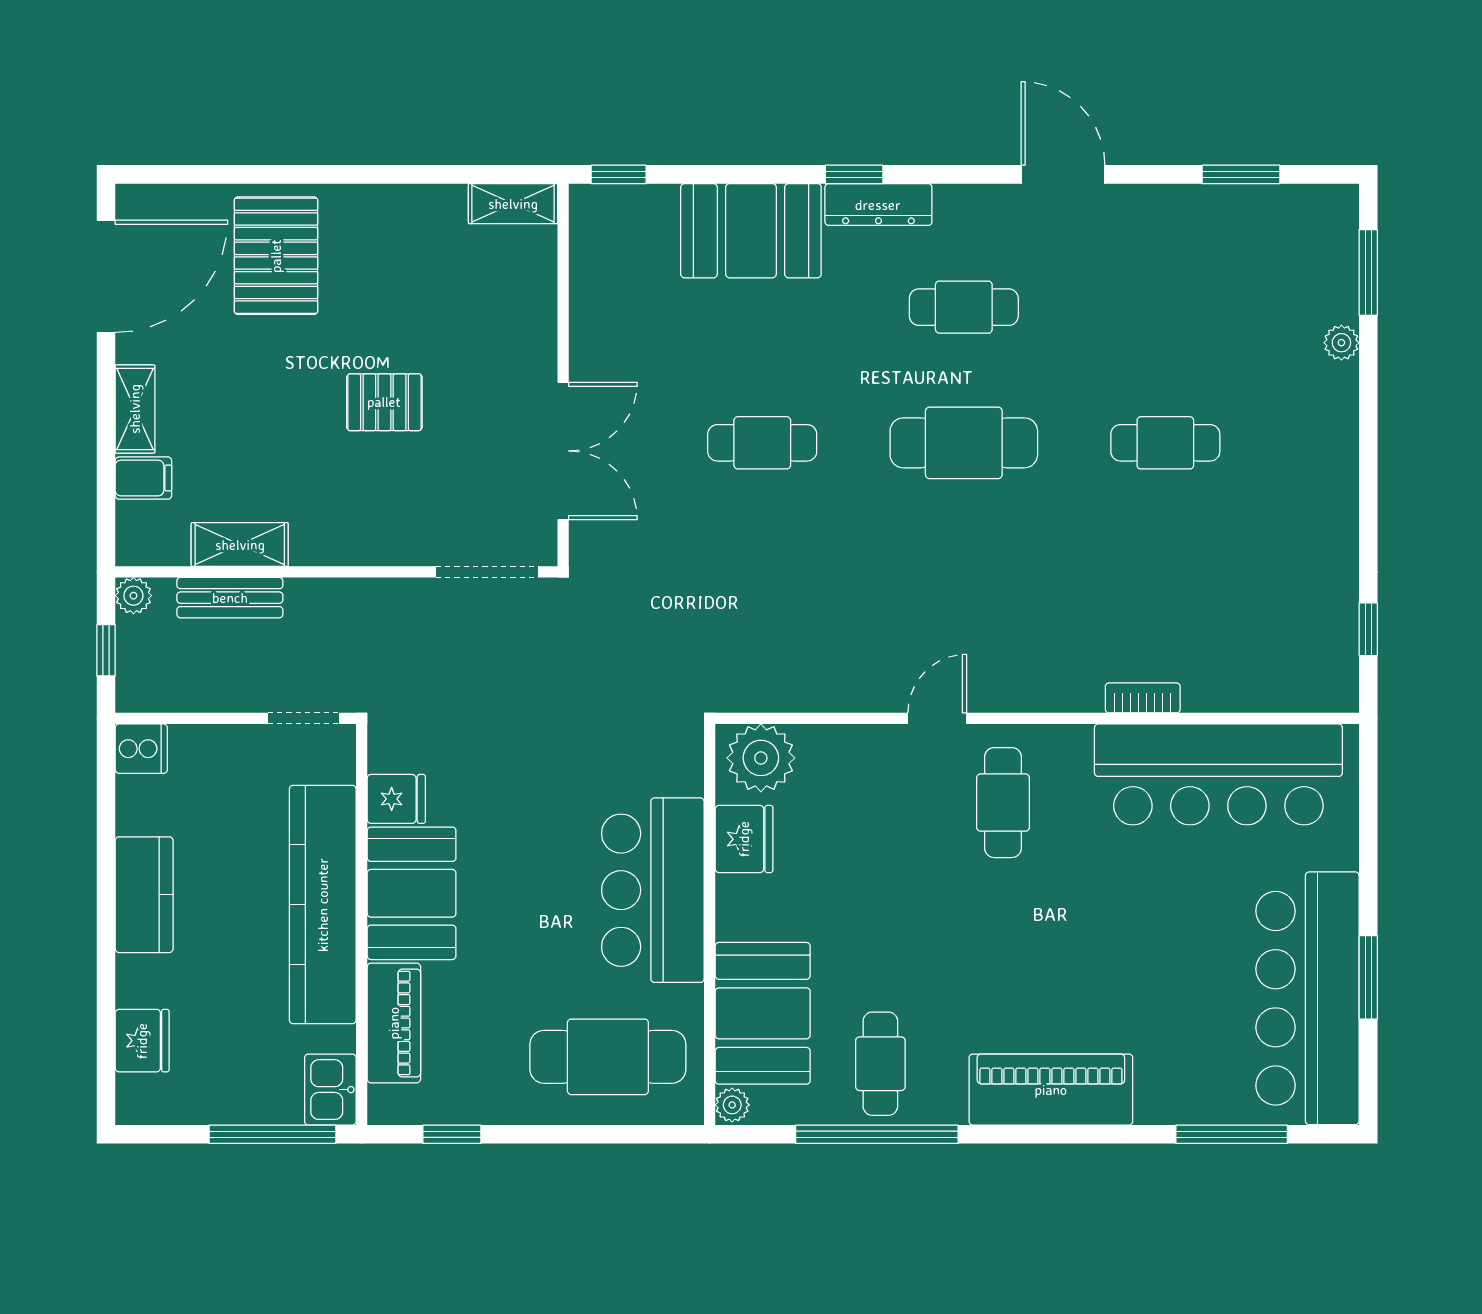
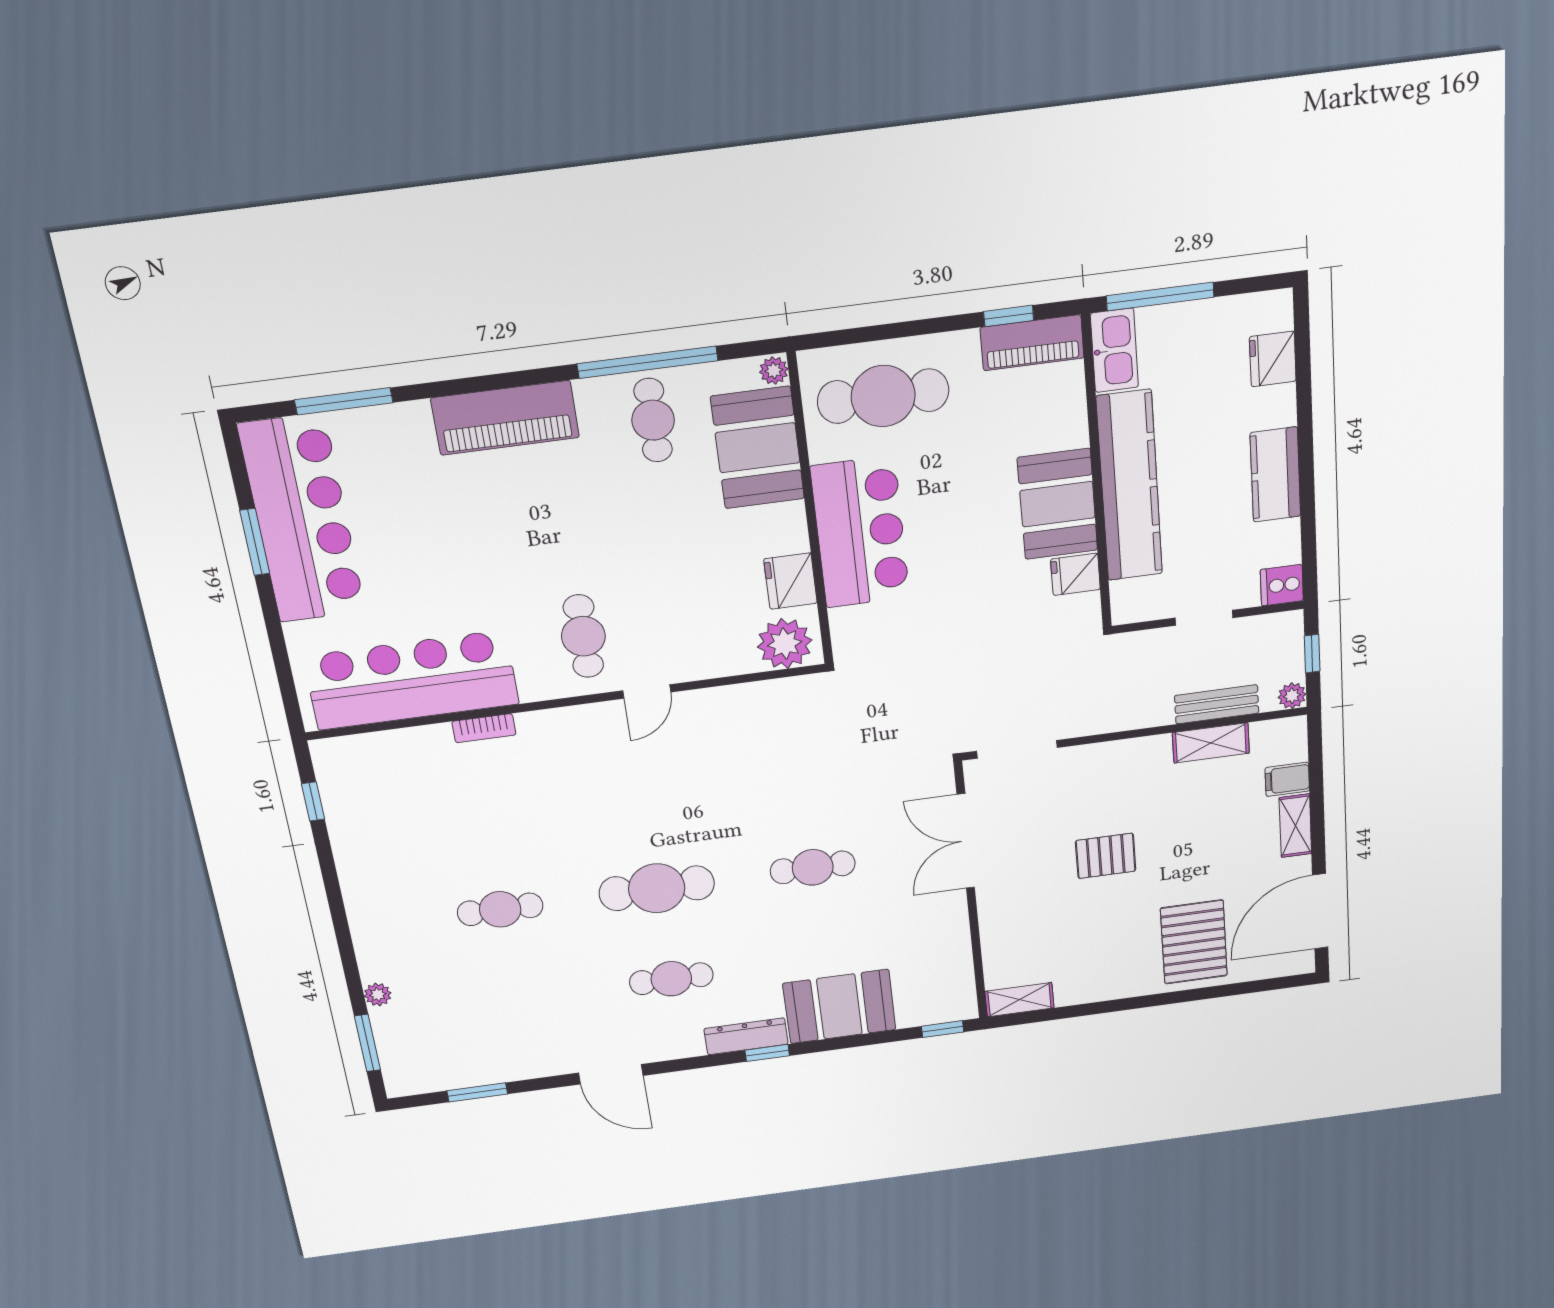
doorway: (304, 718) -> (1204, 618), moved
piano: (394, 1023) -> (1032, 343), moved, turned -90
kitchen sink: (330, 1090) -> (1114, 350), width x1.38

